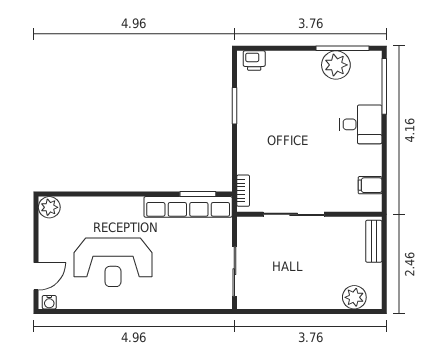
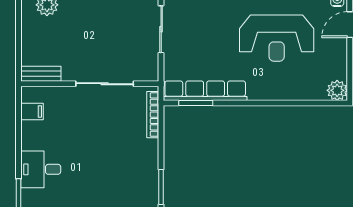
bookcase: (243, 191) -> (153, 115), width x1.56
bench: (374, 241) -> (41, 74), moved, turned 90
reception desk: (113, 262) -> (277, 38), turned 180

